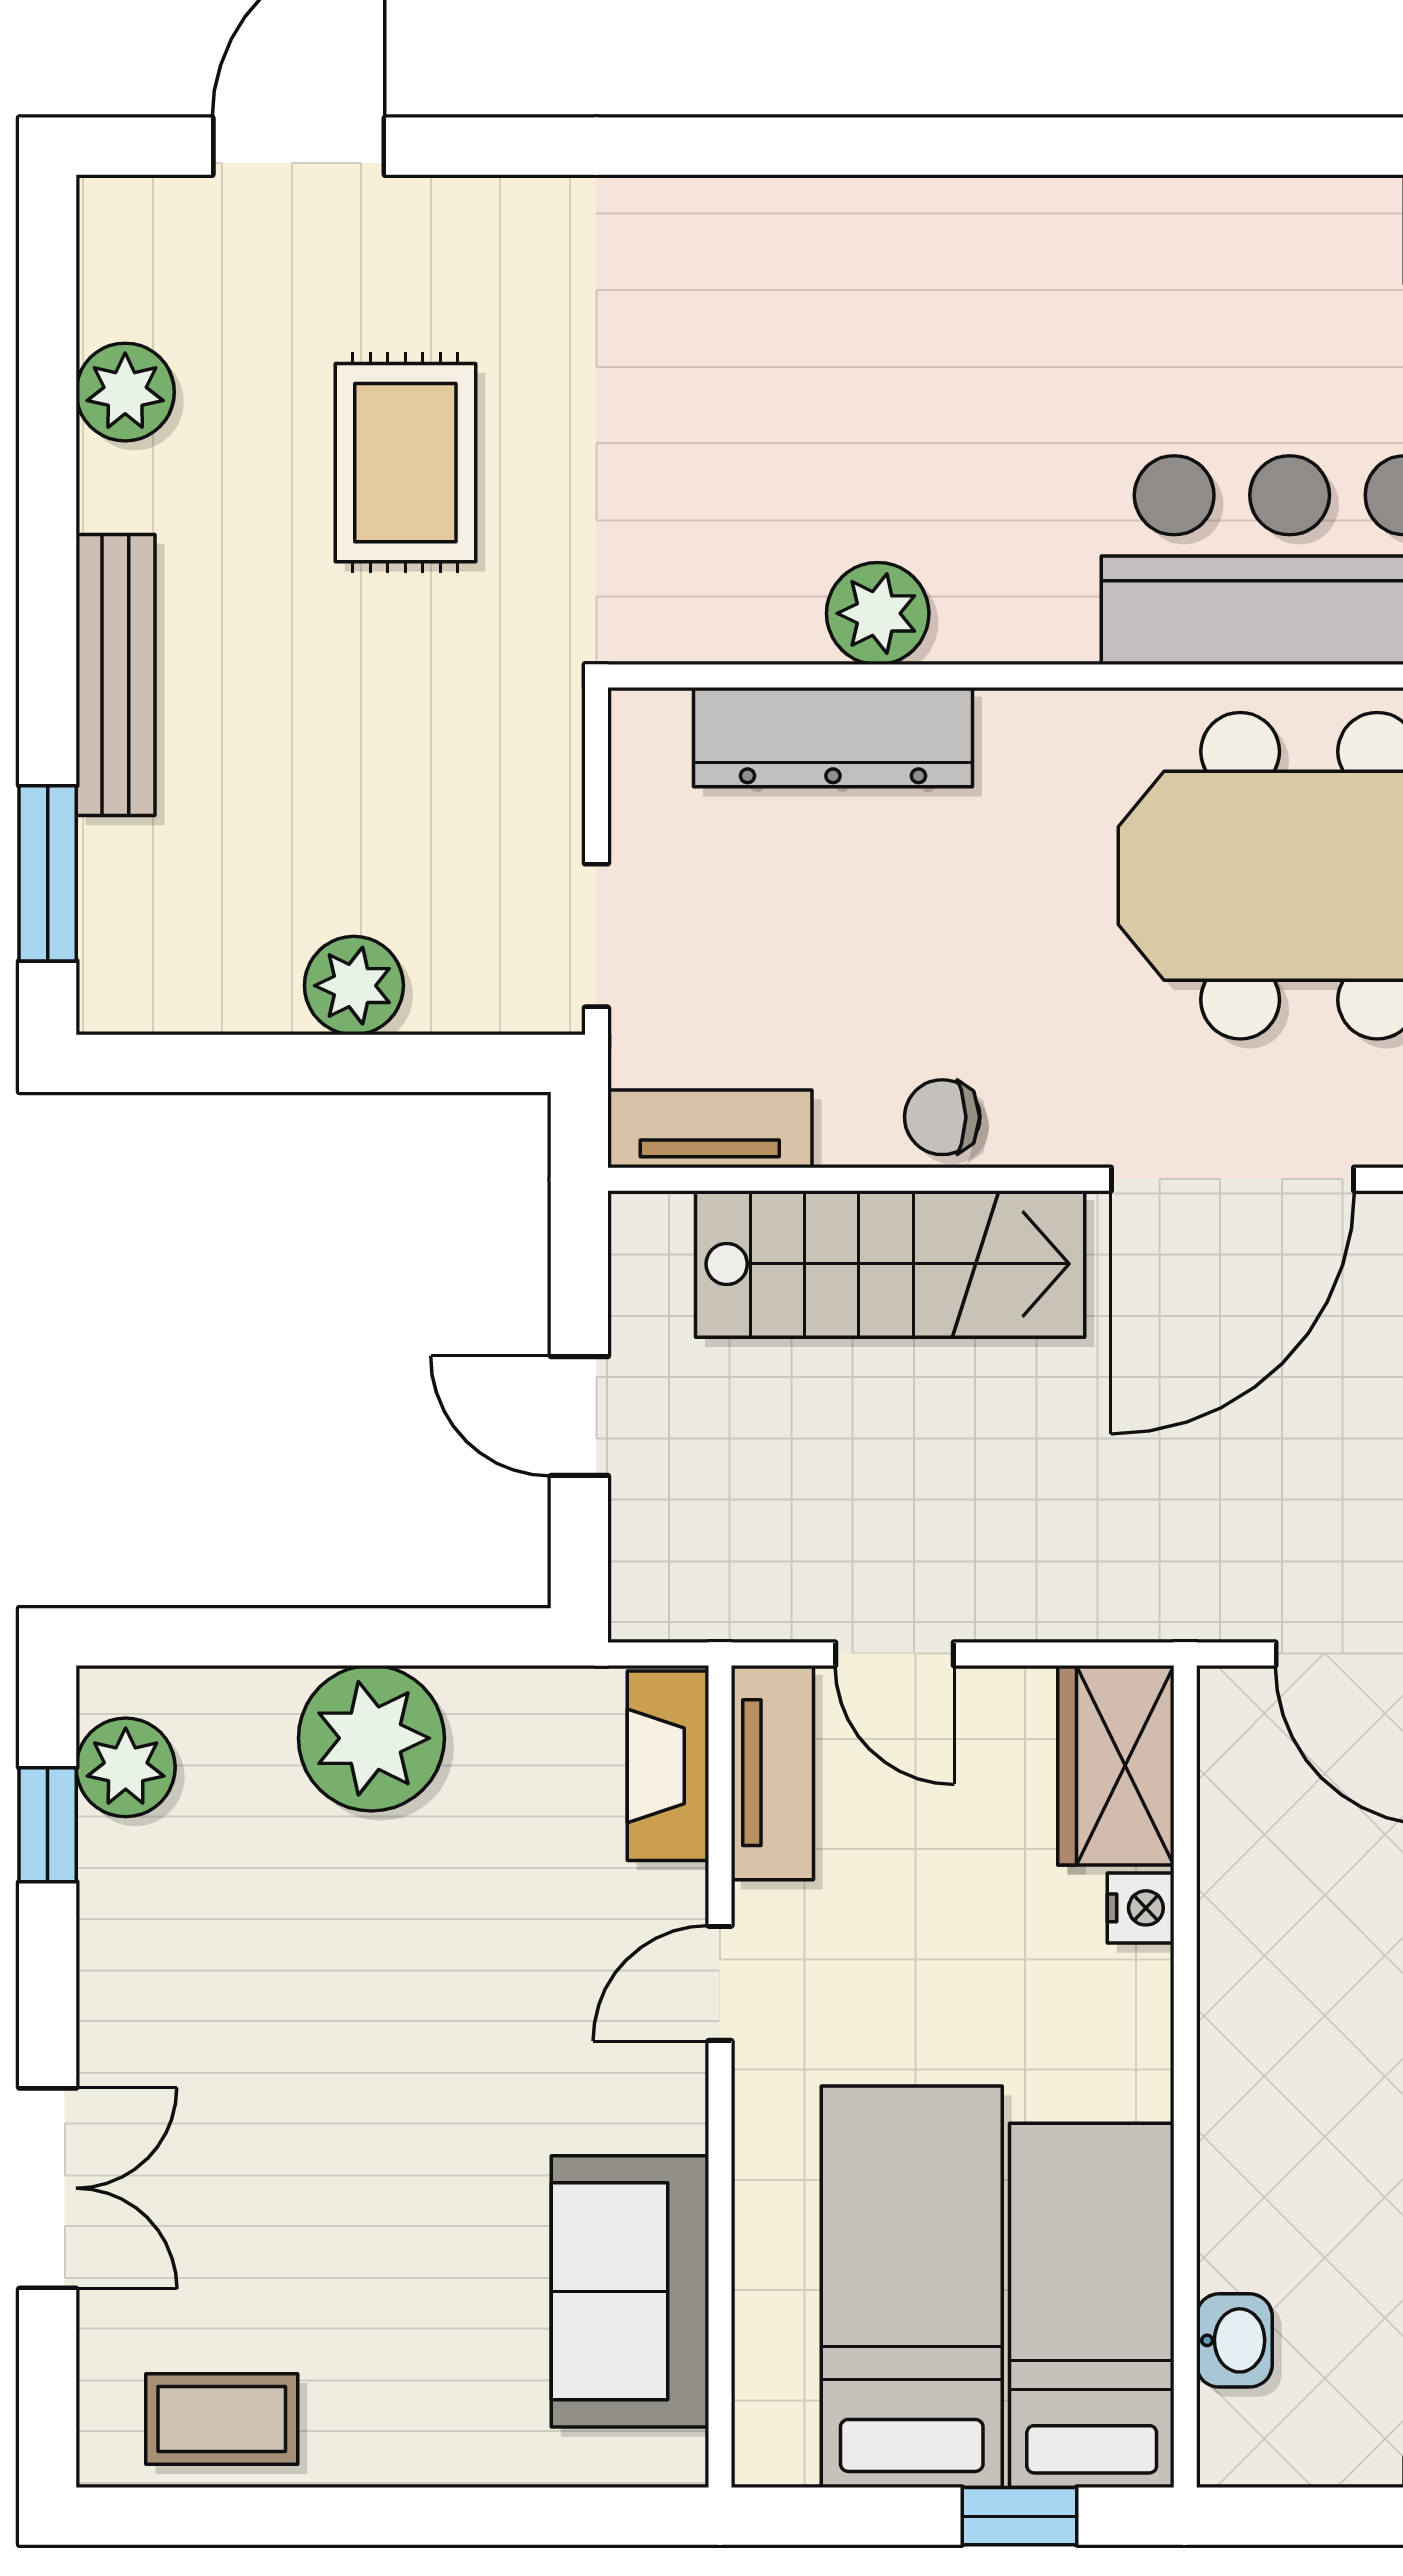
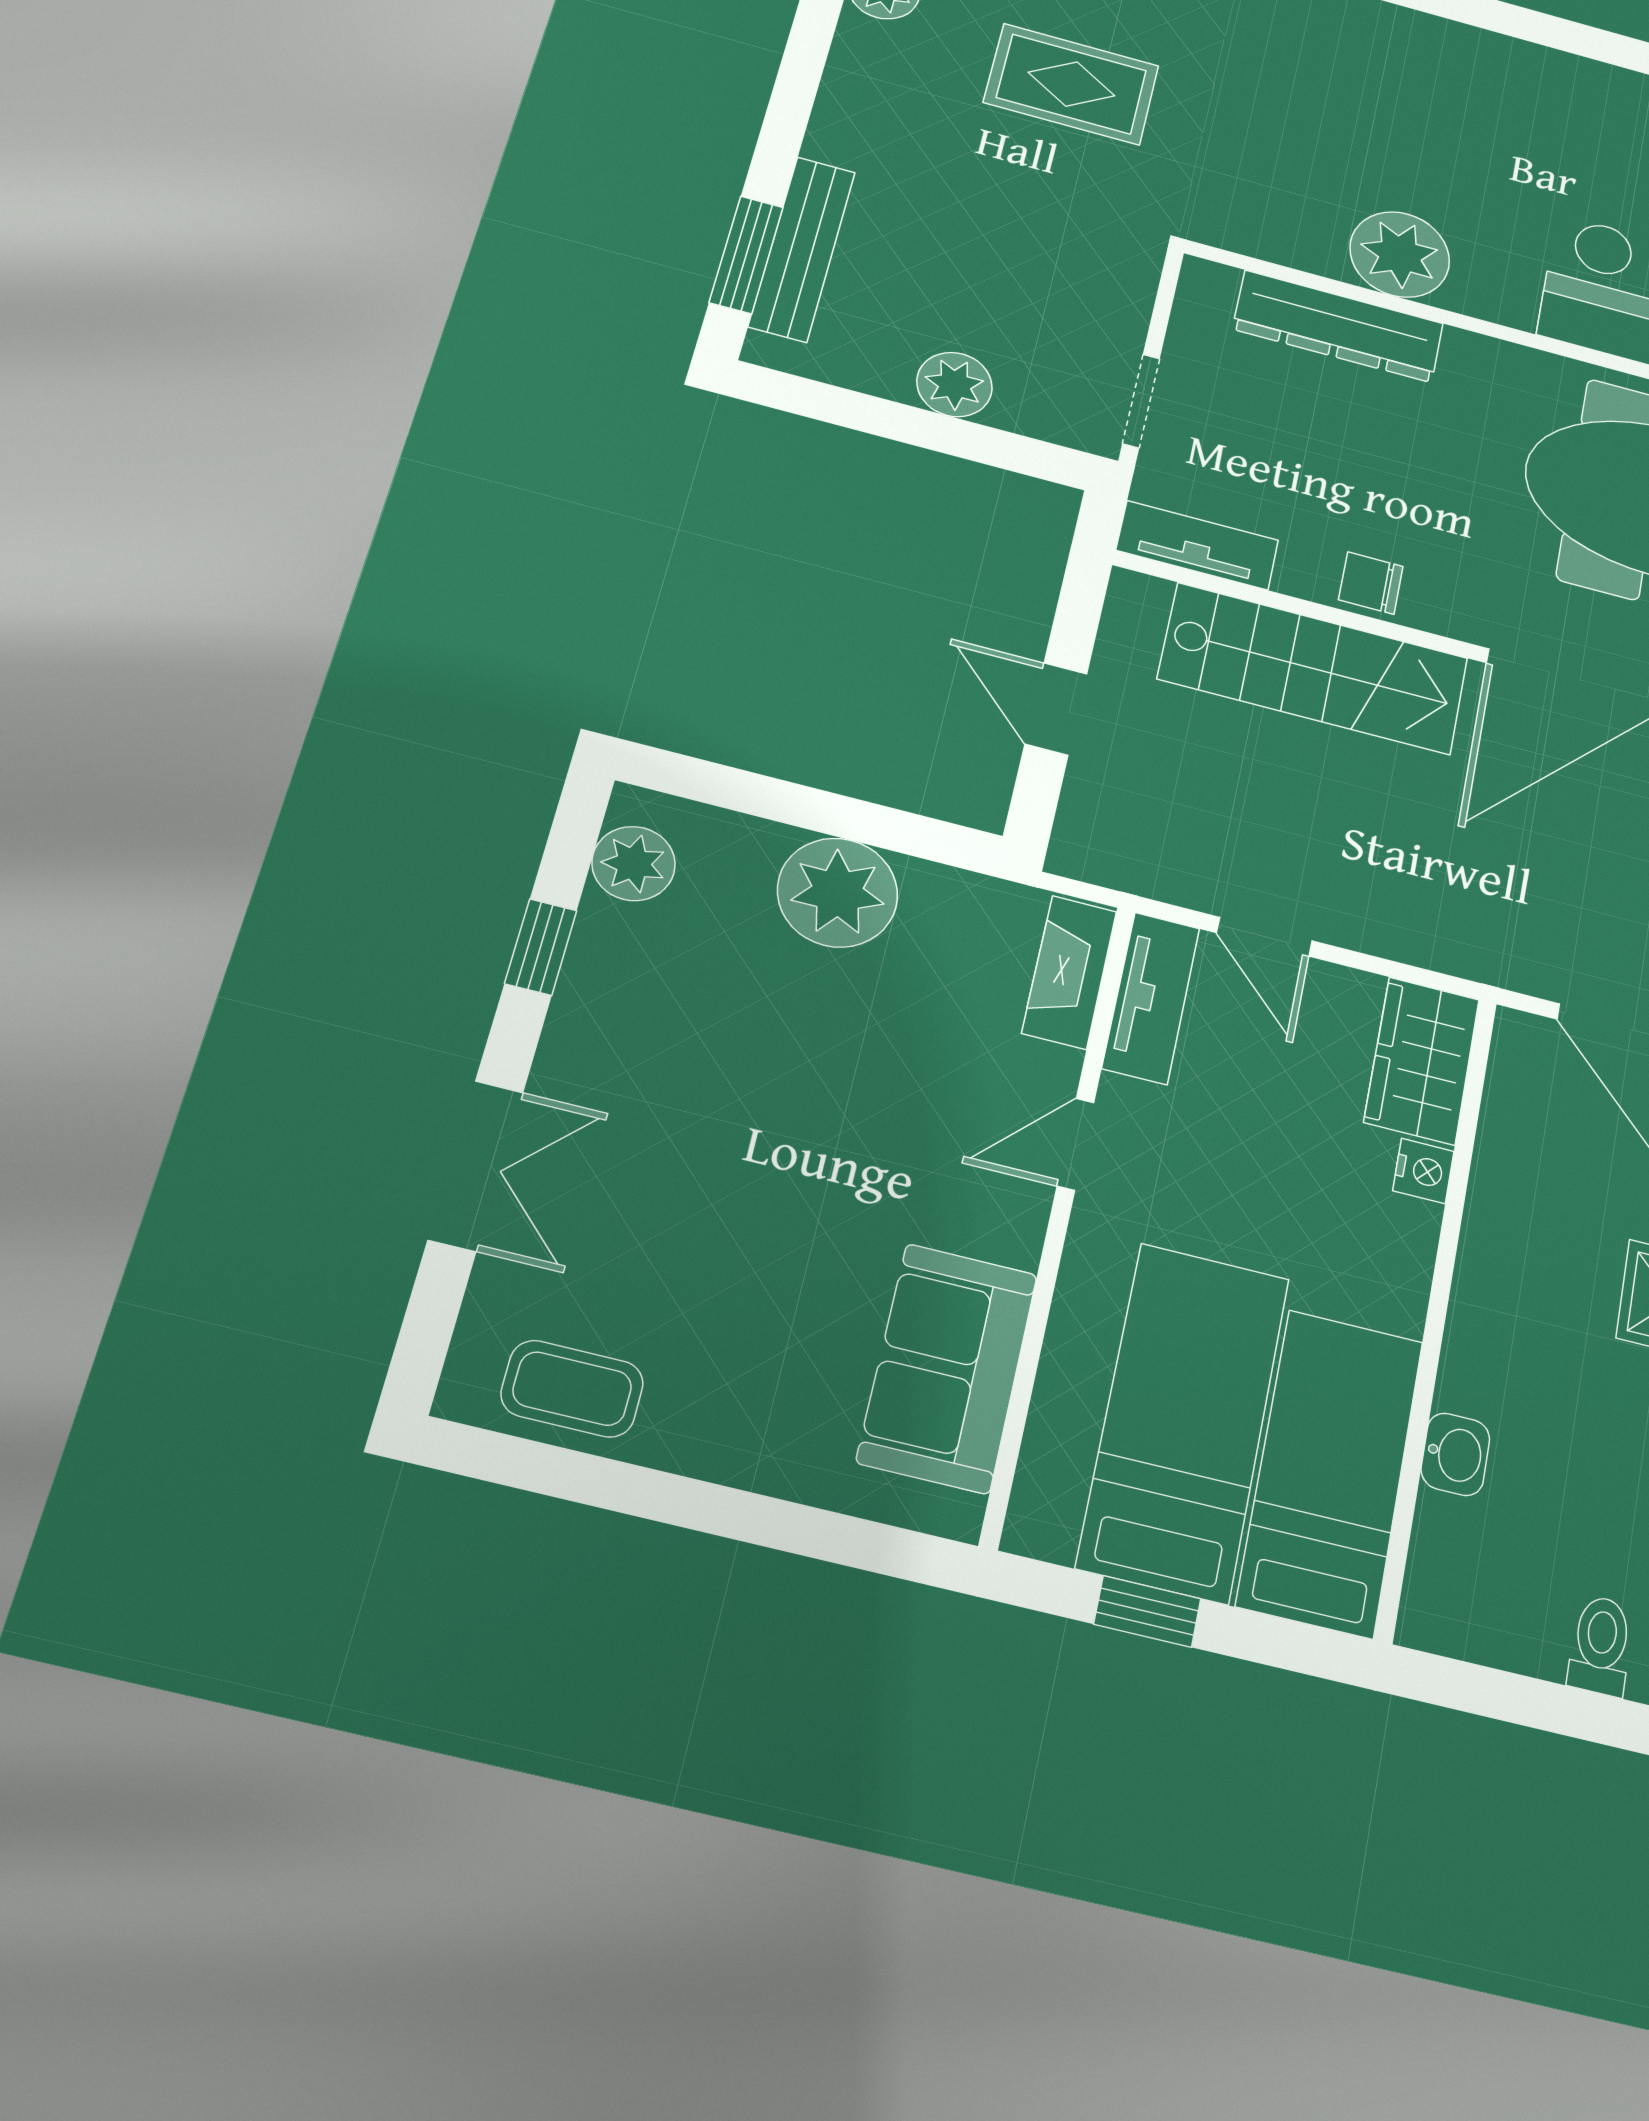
rug: (405, 463) -> (1071, 84), turned 90
plant: (878, 613) -> (1400, 254), width x1.36, depth x1.36
bench: (116, 675) -> (802, 249), moved
window: (48, 1825) -> (541, 947), moved
washbasin: (1234, 2340) -> (1455, 1454), moved
window: (1020, 2516) -> (1147, 1611), moved

